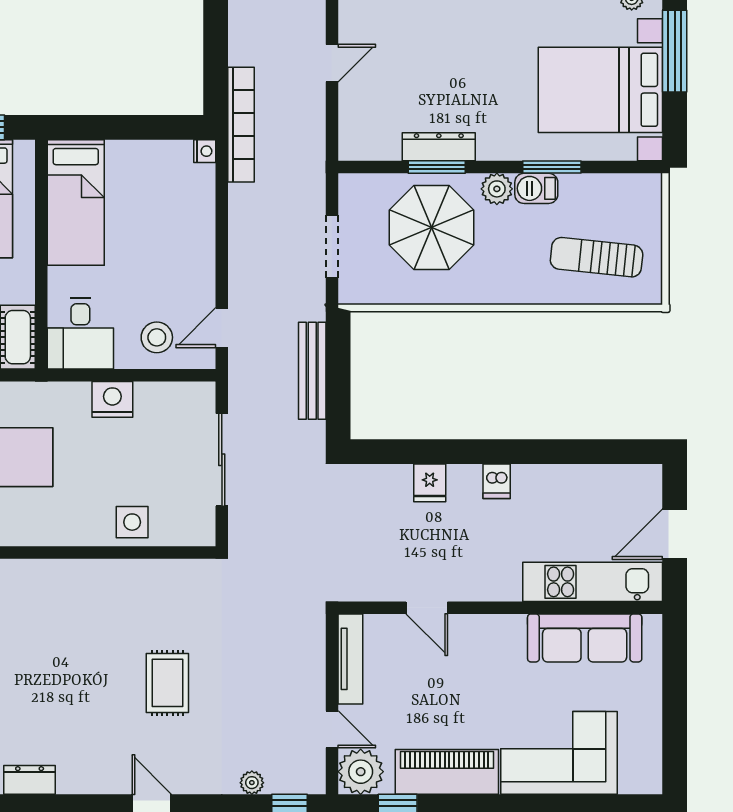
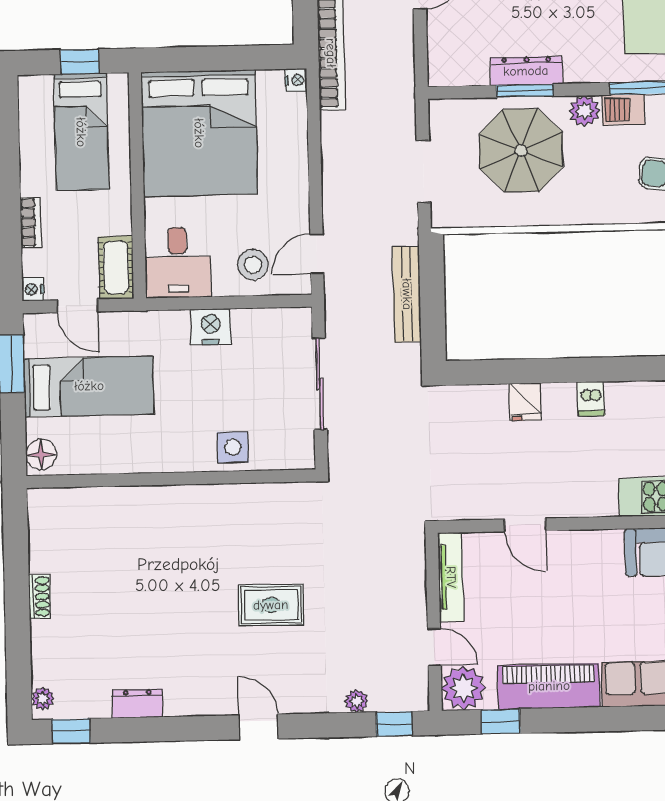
bed: (76, 203) -> (199, 133), width x2.04
rug: (167, 683) -> (271, 605), turned 90

